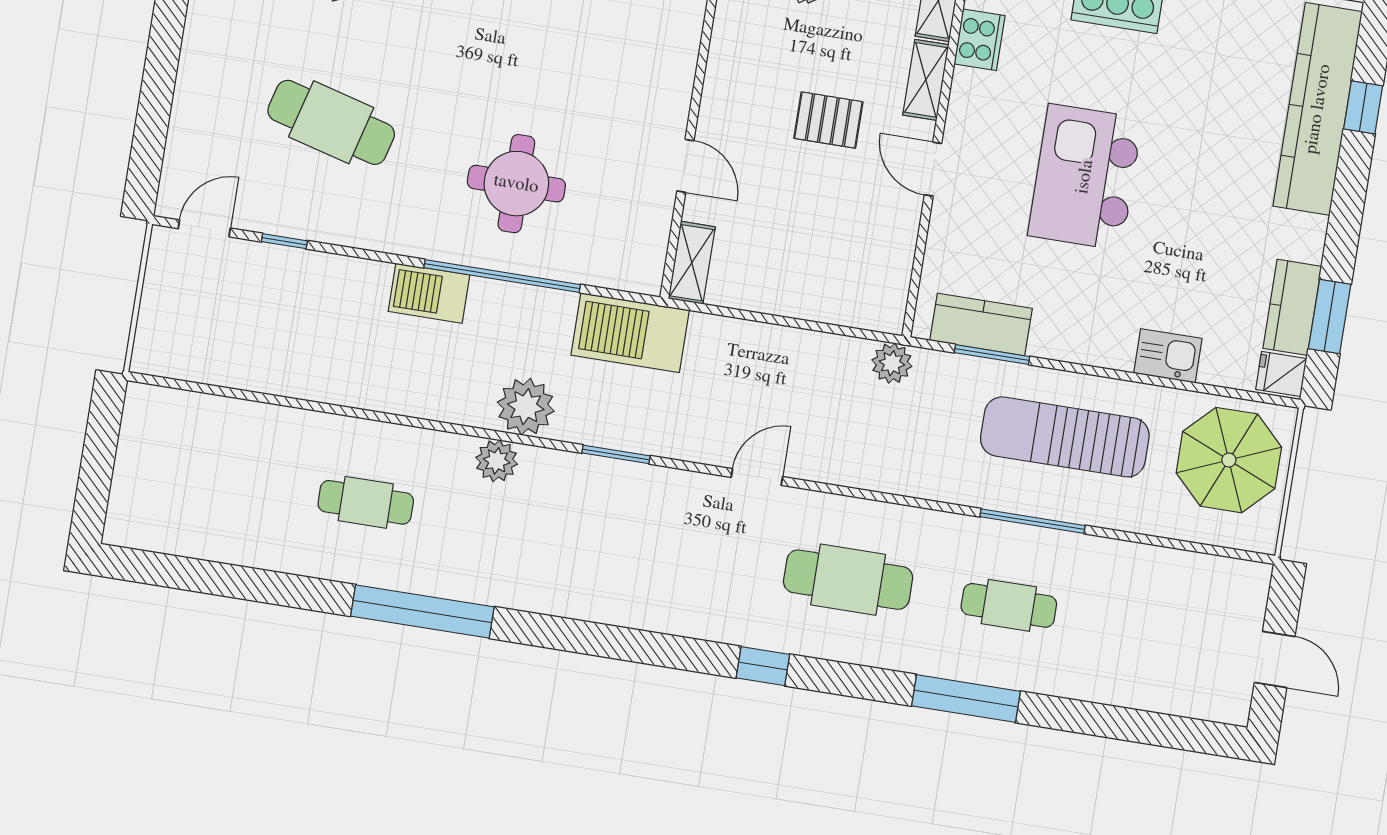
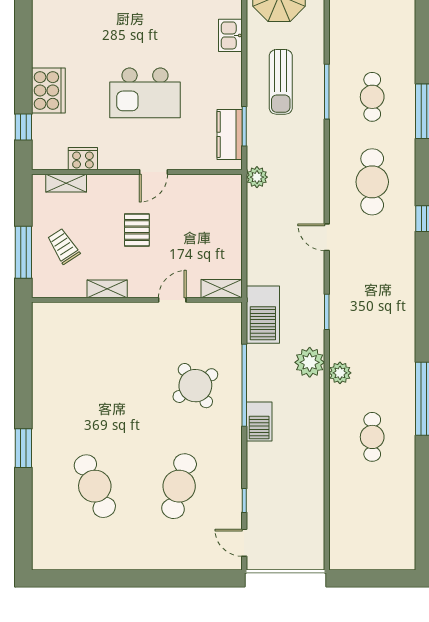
shelving: (926, 80) -> (107, 289), moved
round table: (516, 184) -> (195, 386), turned -34
sun lounger: (1065, 437) -> (281, 82), width x0.73, depth x0.75

